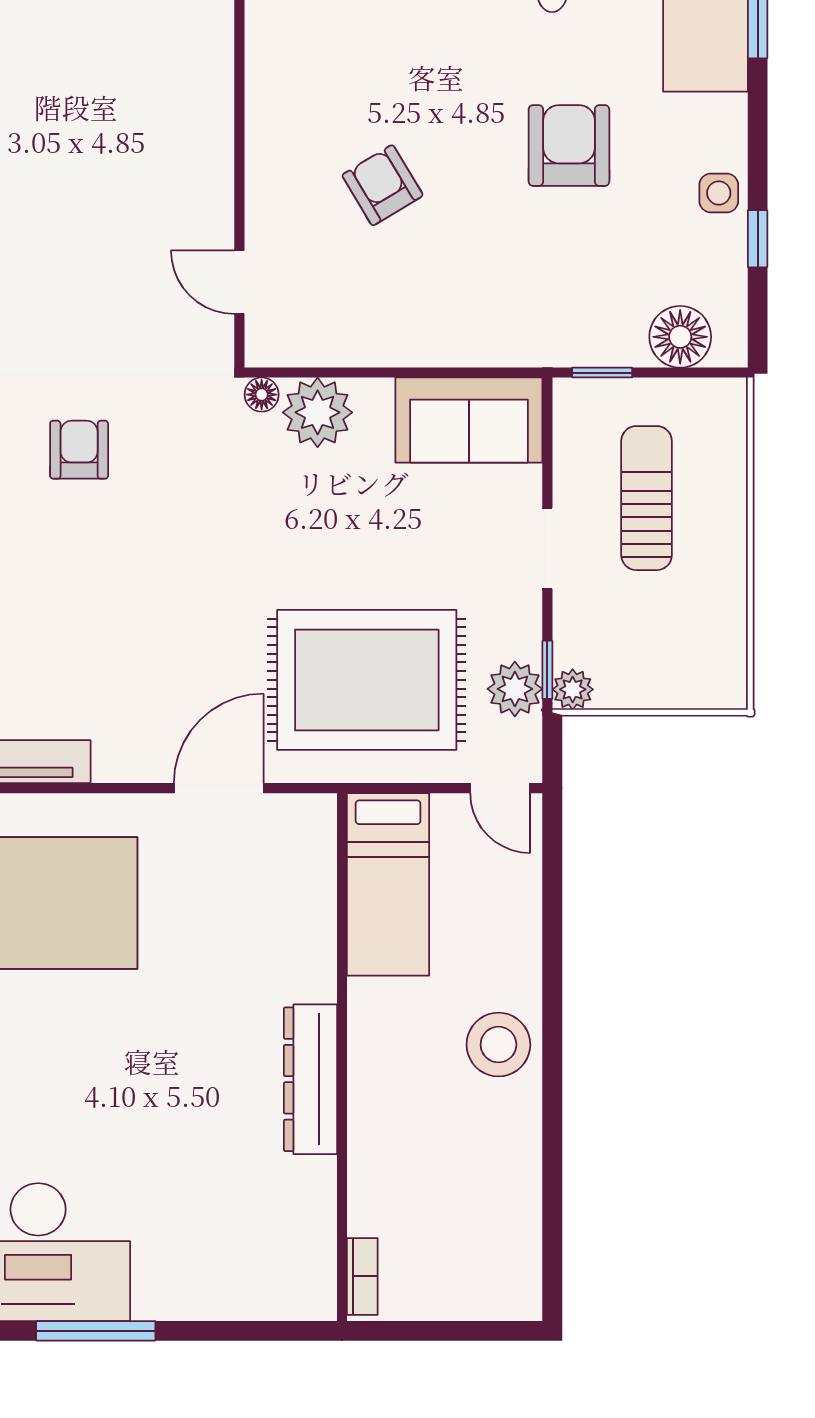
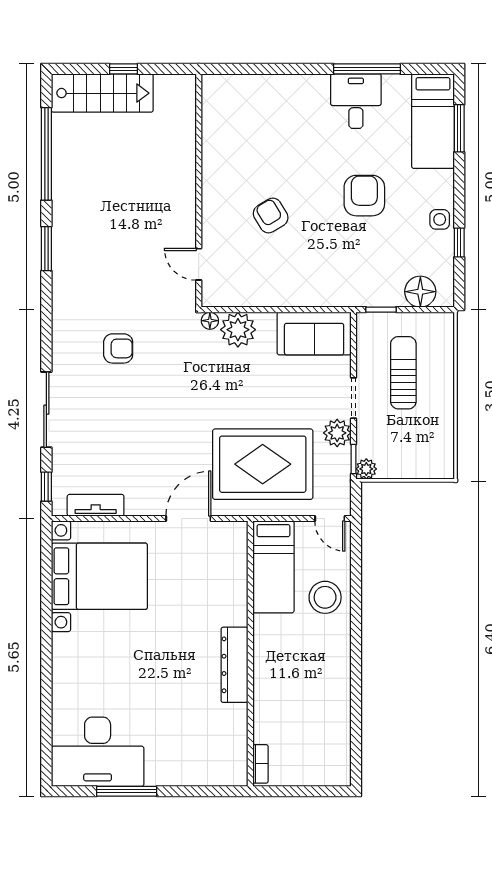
armchair: (79, 450) -> (118, 348), turned 90
plant: (515, 689) -> (337, 433), moved
stool: (498, 1045) -> (325, 597), moved

